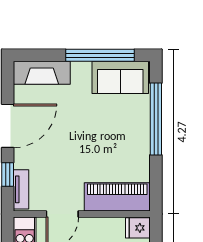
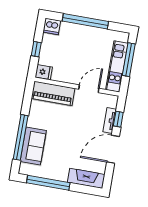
sofa: (120, 77) -> (33, 146), moved, turned 90
tv unit: (21, 189) -> (110, 121), moved

